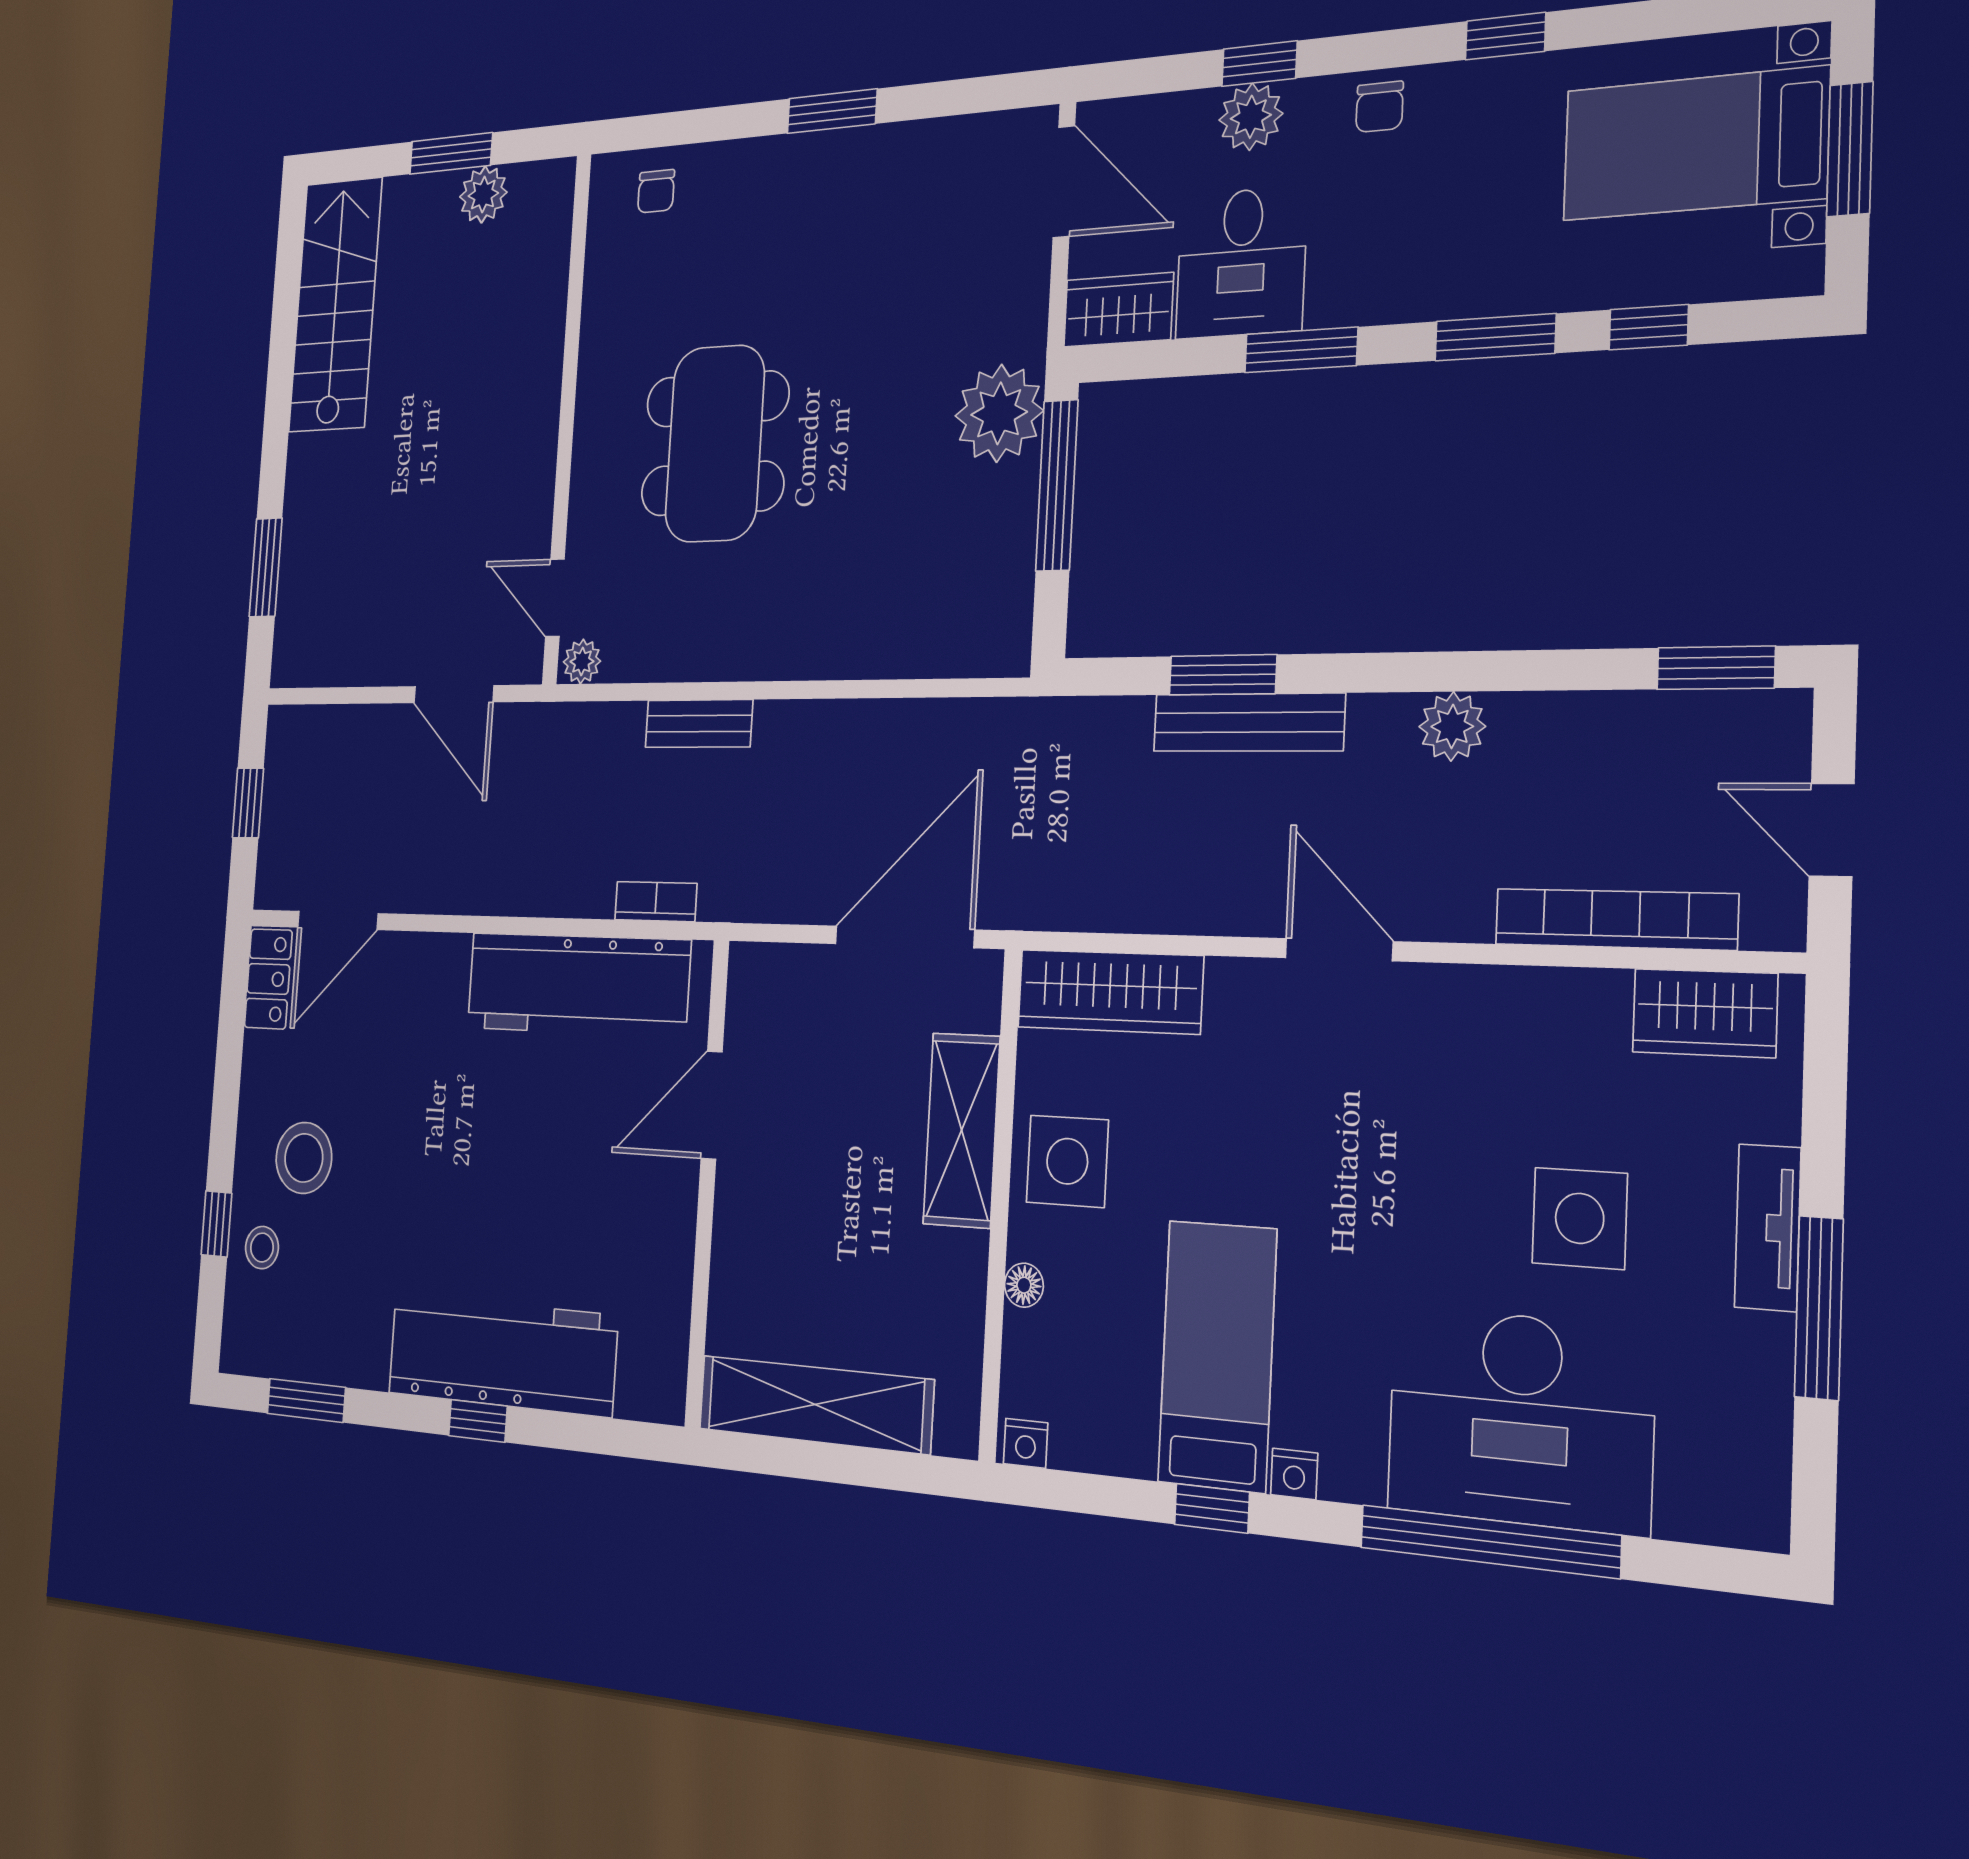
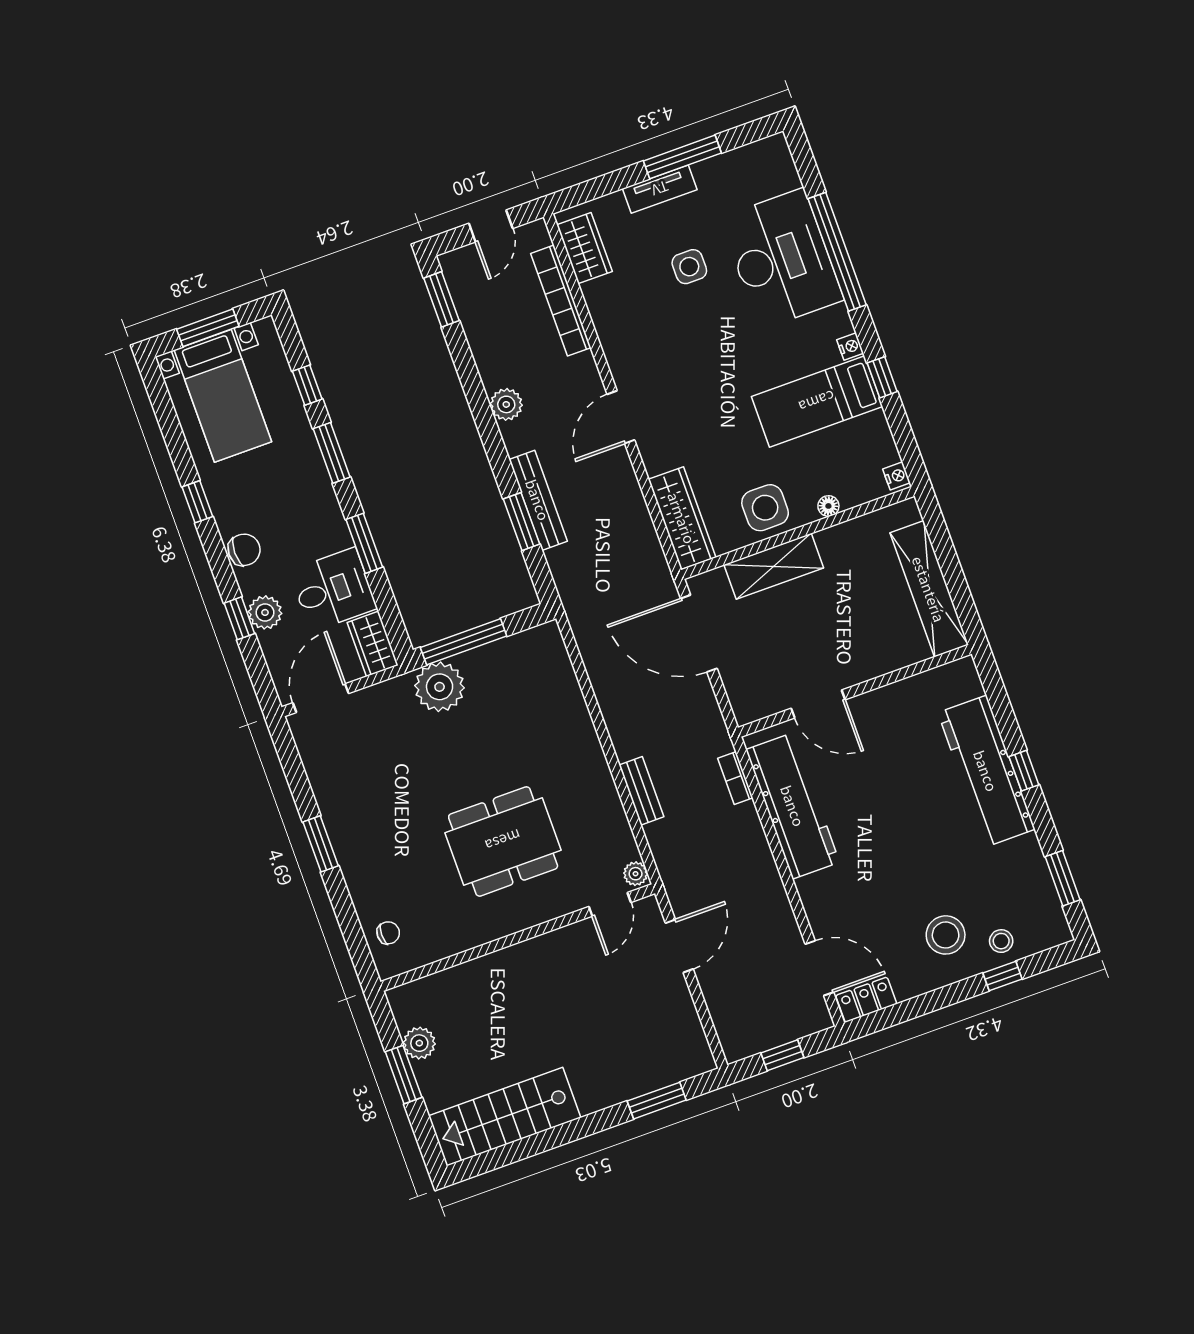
chair: (1380, 107) -> (244, 550), width x1.37, depth x1.37
side table: (1580, 1218) -> (689, 267), width x0.73, depth x0.73

